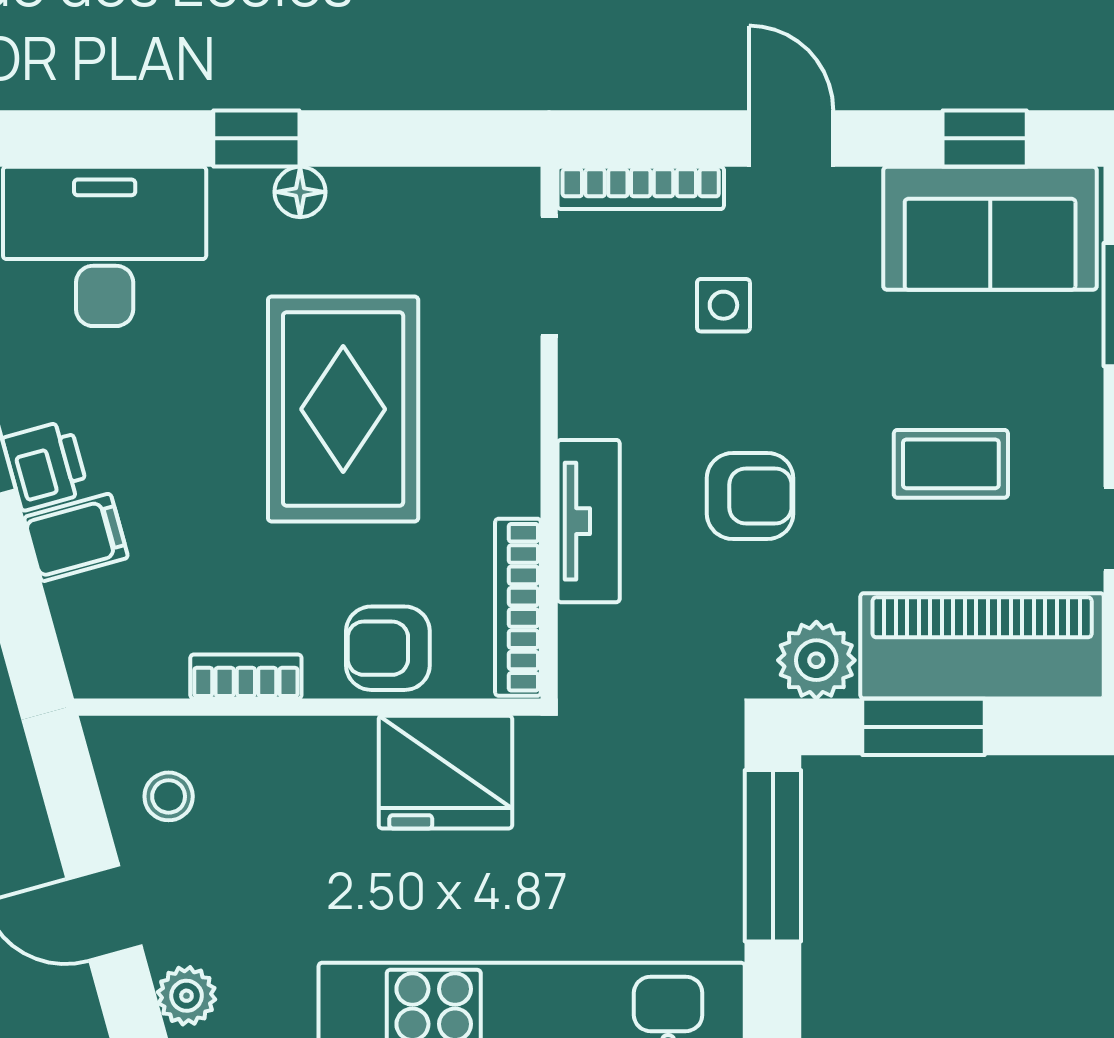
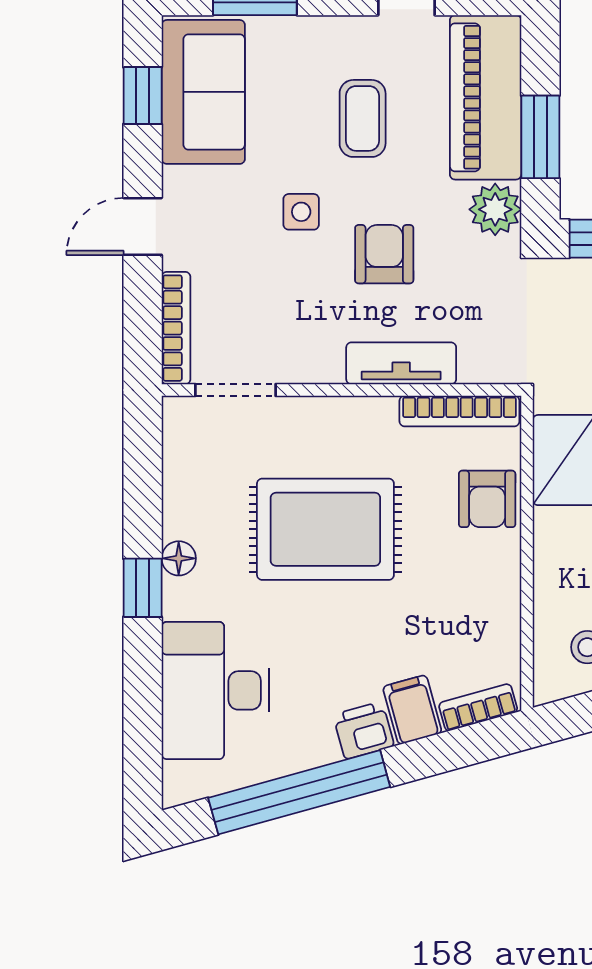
side table: (723, 305) -> (301, 212), moved
bookcase: (246, 677) -> (478, 707), moved, turned 75

